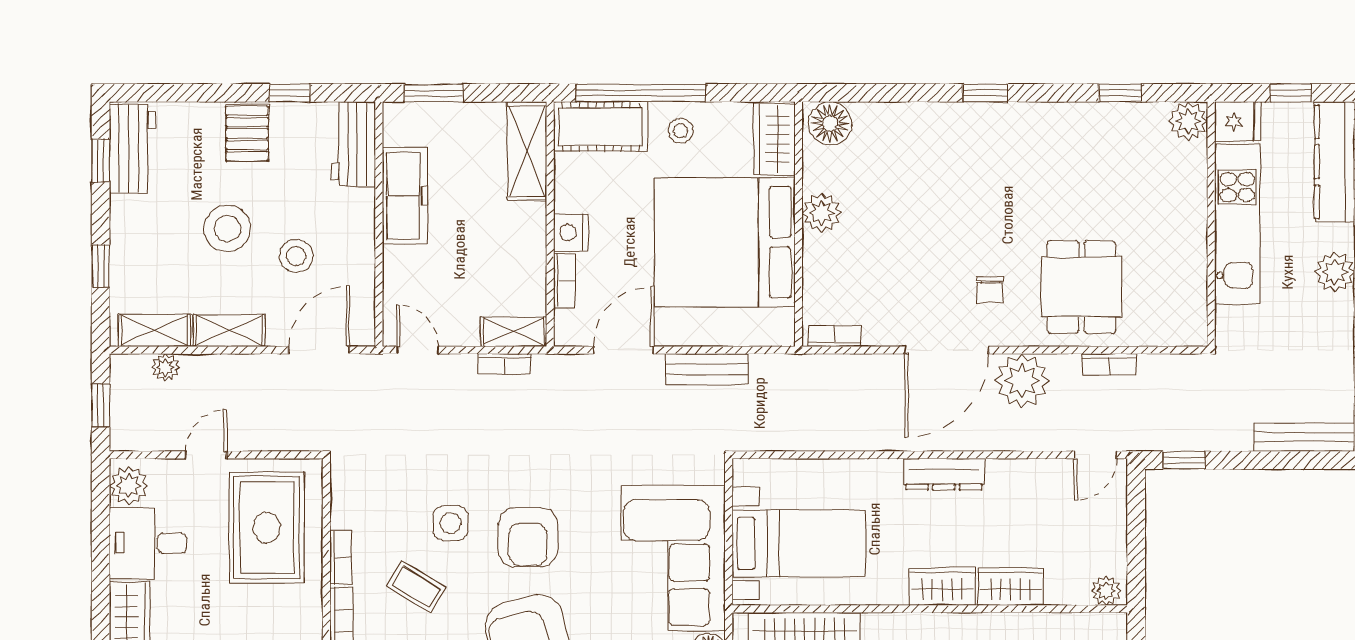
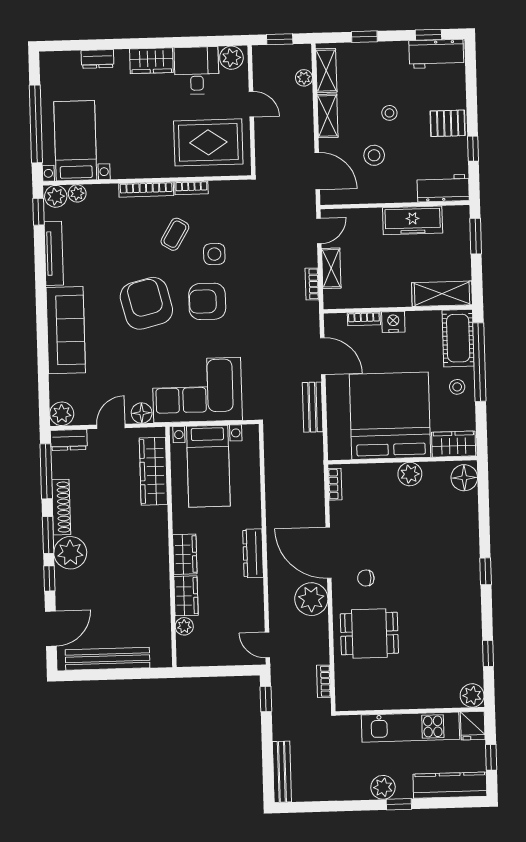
stool: (227, 229) -> (389, 113), width x0.53, depth x0.53
shelving: (514, 332) -> (331, 268), moved
bookcase: (1109, 364) -> (324, 681), moved
plant: (1106, 591) -> (184, 626), moved

